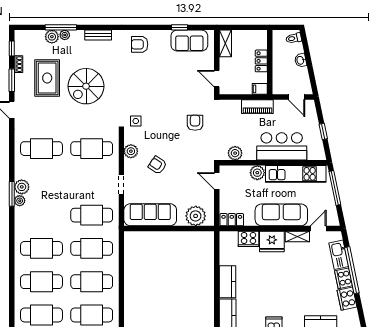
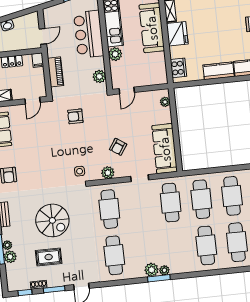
rug: (47, 78) -> (49, 257), width x0.73, depth x0.70
door: (296, 97) -> (43, 36), moved
piano: (257, 107) -> (56, 72), moved
plant: (196, 216) -> (165, 102), width x0.53, depth x0.53
locker: (232, 220) -> (161, 73), removed
cooker: (249, 239) -> (178, 68), moved

